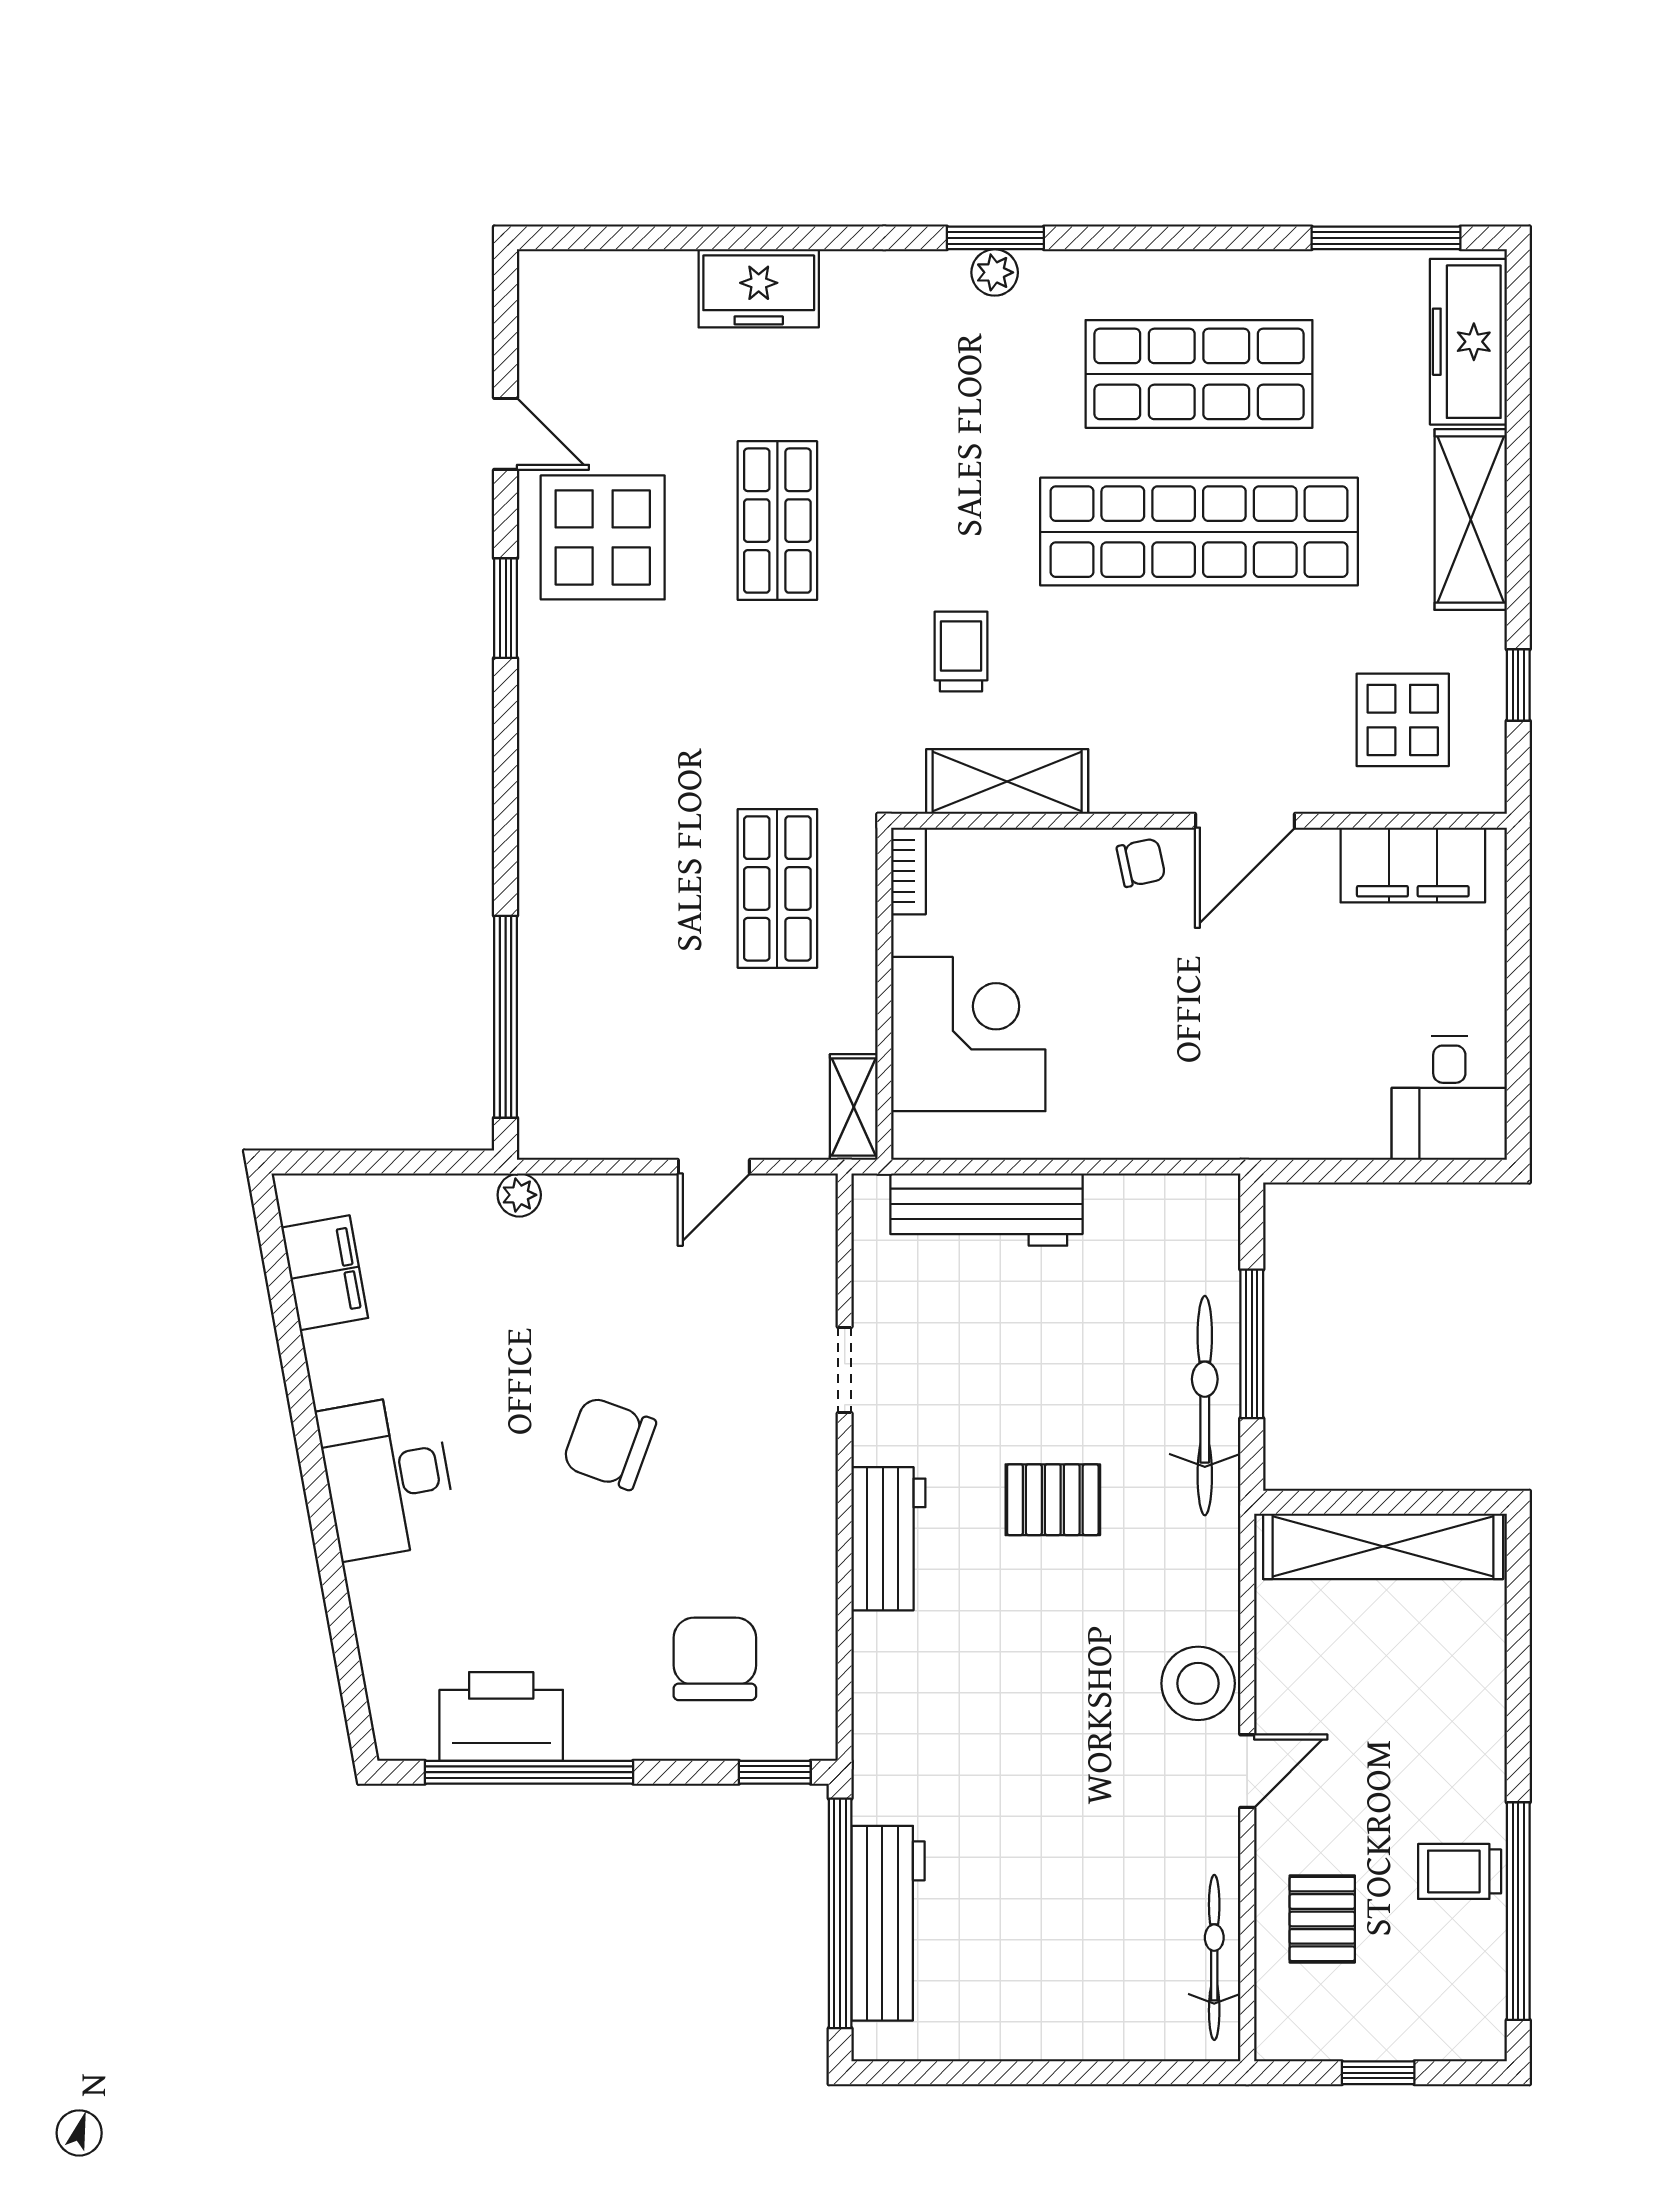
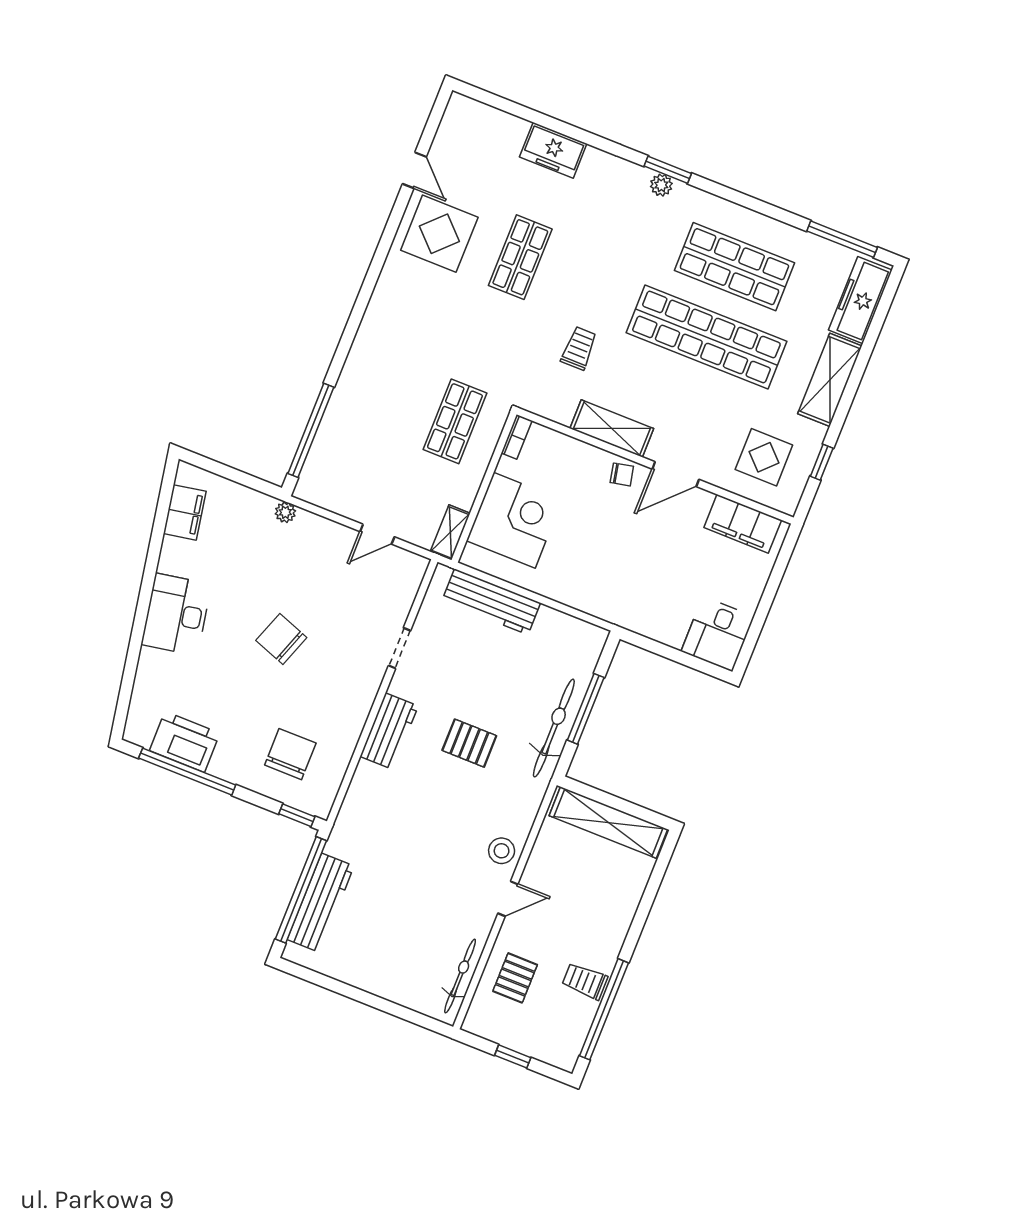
window: (506, 608) -> (383, 248), removed
shelving: (1007, 782) -> (612, 429), moved
stool: (1198, 1683) -> (502, 851), width x0.73, depth x0.73

